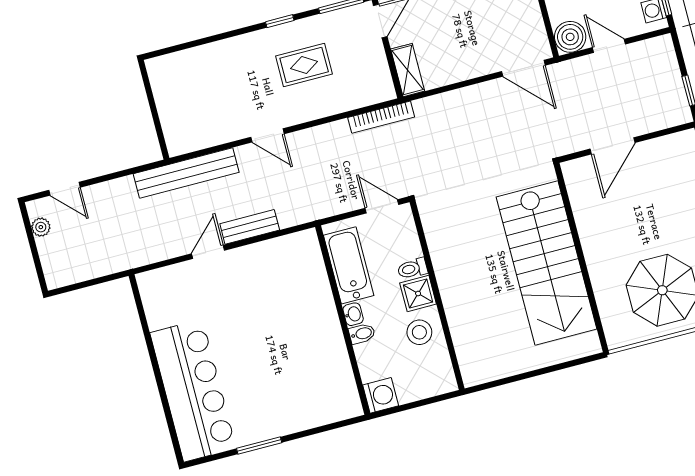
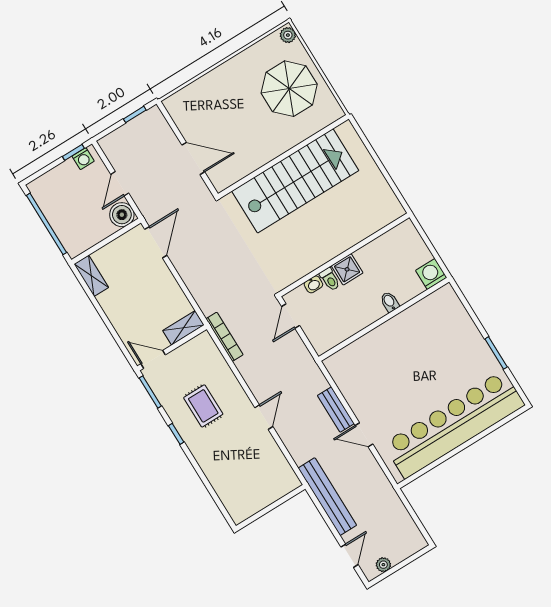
bench: (186, 173) -> (327, 497), moved
bathtub: (349, 265) -> (342, 327), removed
washbasin: (353, 314) -> (313, 284), moved, turned 180
stool: (419, 332) -> (376, 260), removed
bar counter: (193, 390) -> (454, 424), width x1.36

